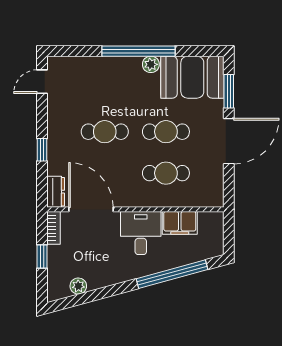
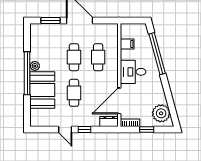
booth: (192, 77) -> (42, 90), moved
door: (42, 82) -> (65, 129), moved
filing cabinet: (180, 223) -> (127, 44), width x0.50
plant: (78, 286) -> (161, 113), width x1.88, depth x1.88

